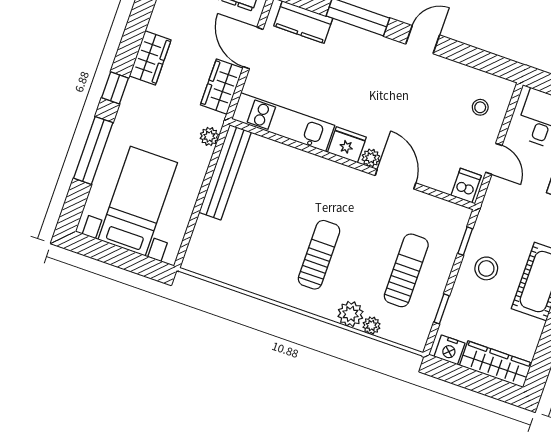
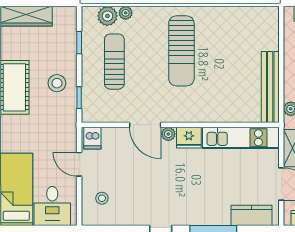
sun lounger: (319, 255) -> (181, 51), width x1.36, depth x1.34
sun lounger: (406, 270) -> (114, 62), turned 180
plant: (351, 314) -> (107, 16), moved
nightstand: (449, 350) -> (63, 15), removed

